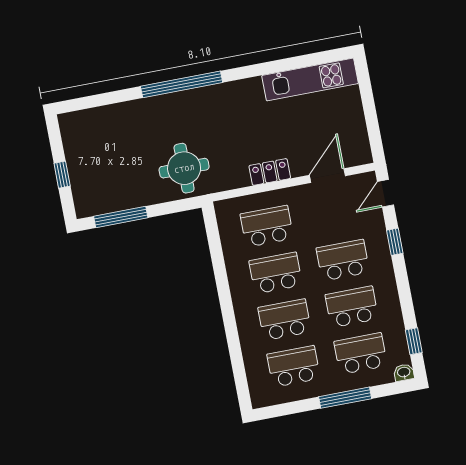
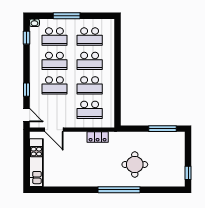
kitchen unit: (310, 79) -> (36, 163), moved, turned 90
round table: (184, 168) -> (135, 164), moved
locker: (270, 172) -> (98, 137), moved
window: (62, 175) -> (188, 173), moved
door: (327, 176) -> (54, 130), hinge flipped
door: (386, 193) -> (26, 115), hinge flipped

